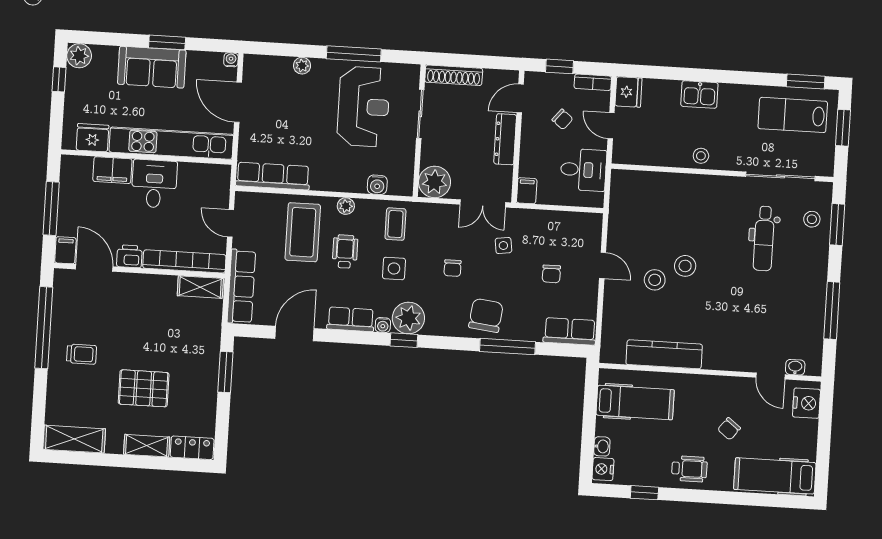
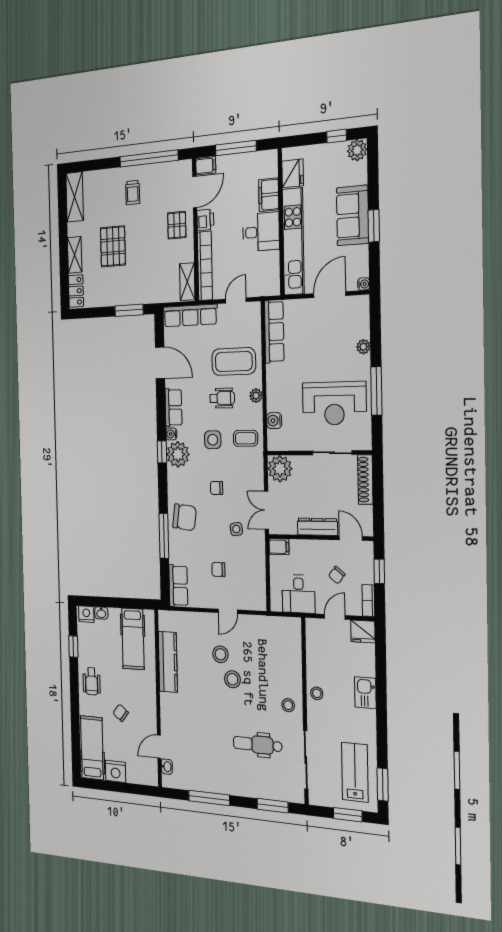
stool: (812, 219) -> (288, 705), moved
pallet: (130, 296) -> (177, 225), added
nightstand: (806, 403) -> (115, 771), moved

